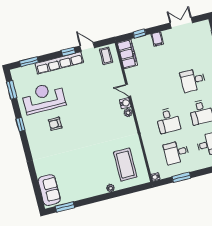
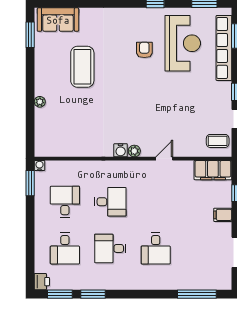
row of seats: (59, 63) -> (224, 48), moved
desk: (193, 80) -> (156, 248), turned 180
water cooler: (125, 103) -> (121, 150), moved
desk: (168, 120) -> (110, 202), turned 180
coffee table: (125, 165) -> (82, 67), moved, turned 90
window: (181, 177) -> (30, 183), moved

